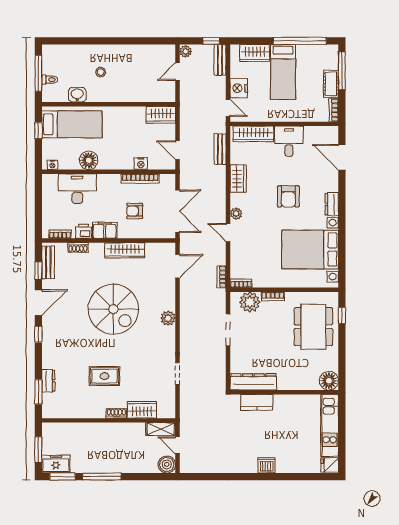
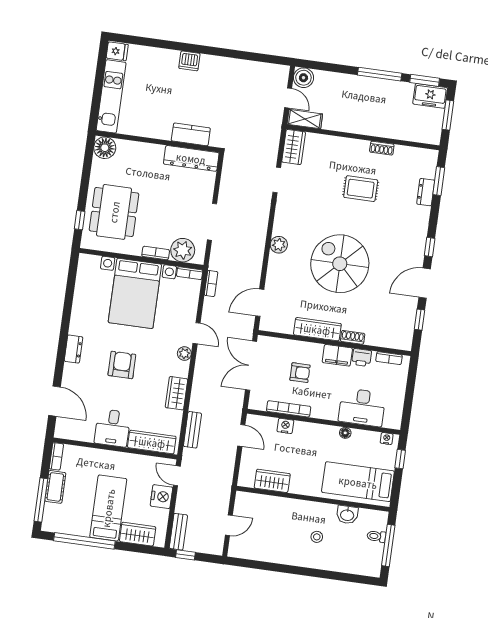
plant: (186, 51) -> (216, 547), removed
wardrobe: (161, 115) -> (272, 481), moved
window: (38, 131) -> (400, 459), moved
floor lamp: (89, 160) -> (345, 433), width x0.53, depth x0.53
shoe rack: (78, 247) -> (353, 337), moved
bed with nightstands: (310, 250) -> (135, 293), moved, turned 90
bench: (48, 262) -> (407, 327), removed
wardrobe: (142, 410) -> (294, 147), moved, turned -90
shoe rack: (116, 413) -> (382, 148), moved

